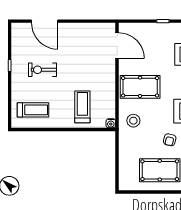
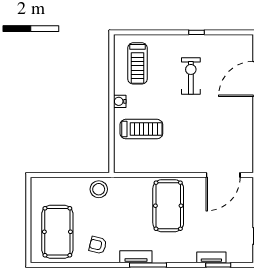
stool: (133, 121) -> (99, 189), moved
water cooler: (111, 123) -> (120, 101), moved

